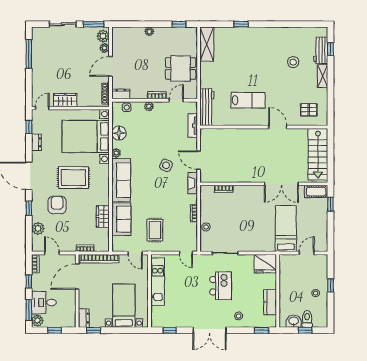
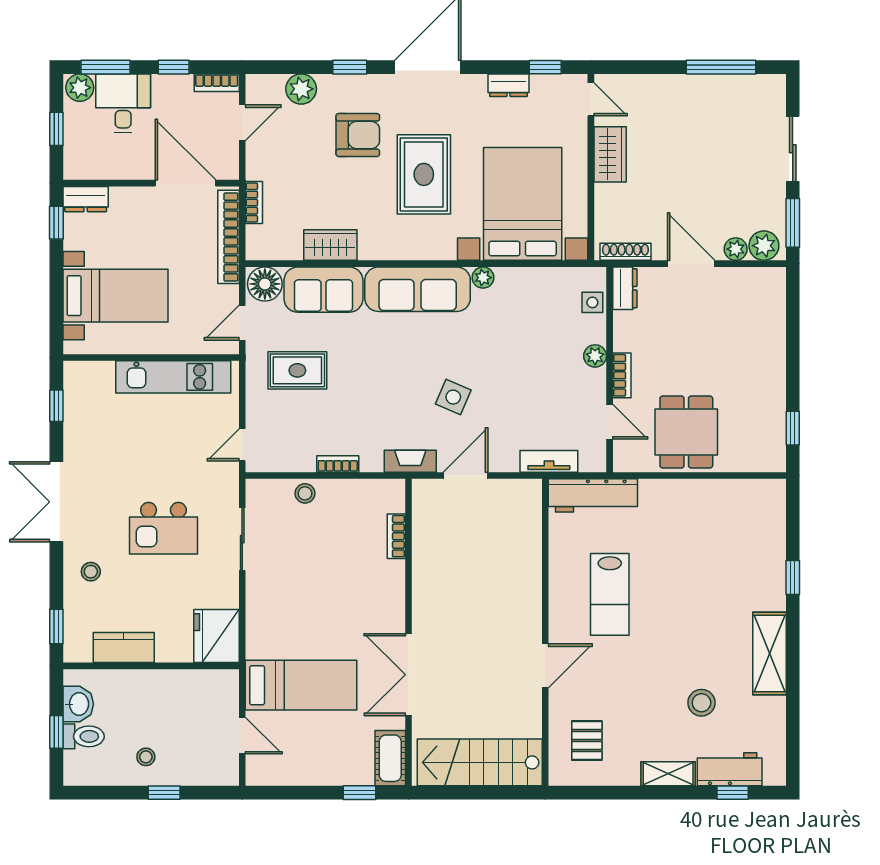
plant: (149, 31) -> (775, 357), removed
shelving: (207, 44) -> (769, 654), moved, turned 90
floor lamp: (119, 133) -> (265, 284), moved

